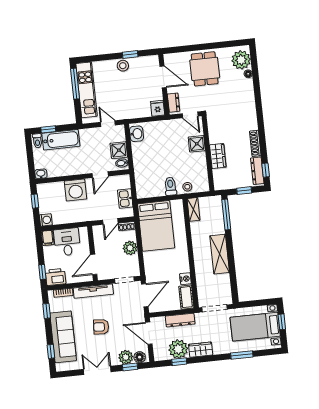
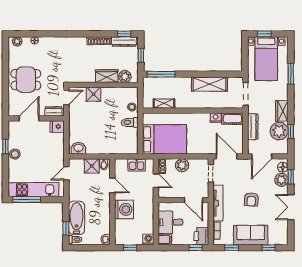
plant: (241, 60) -> (17, 41), width x0.53, depth x0.53
plant: (220, 176) -> (125, 76), added
shelving: (194, 209) -> (164, 104), moved
shelving: (220, 254) -> (209, 84), moved
sofa: (63, 337) -> (251, 235), width x0.73

